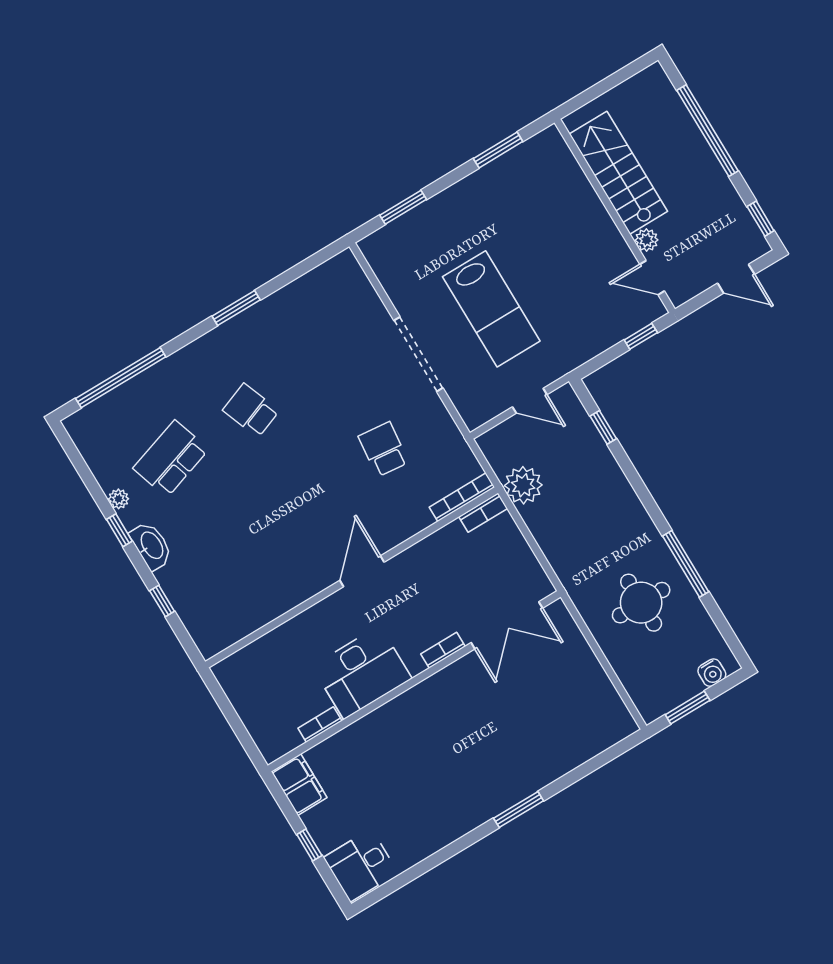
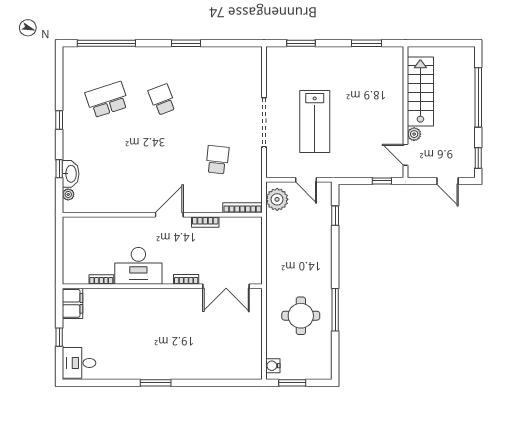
plant: (523, 485) -> (277, 199), moved
plant: (118, 499) -> (68, 194), moved
bookcase: (483, 513) -> (205, 222), moved
washbasin: (151, 546) -> (71, 174), moved
water cooler: (712, 673) -> (273, 366), moved, turned 90
window: (519, 809) -> (156, 383), moved

